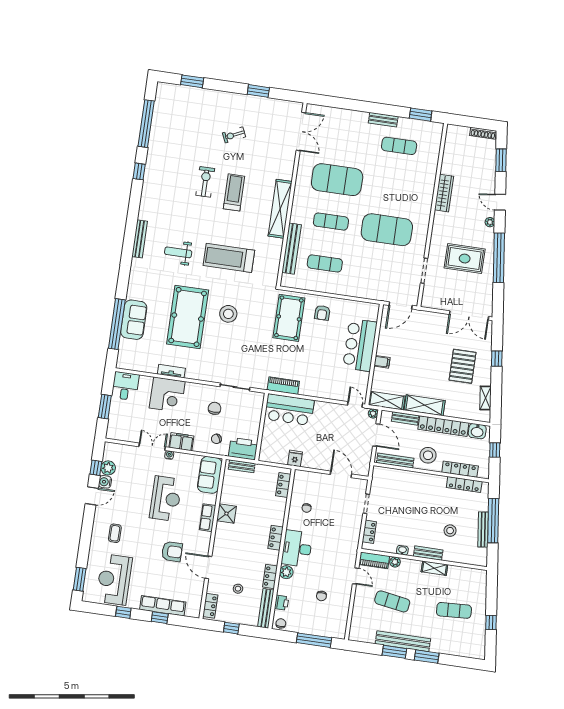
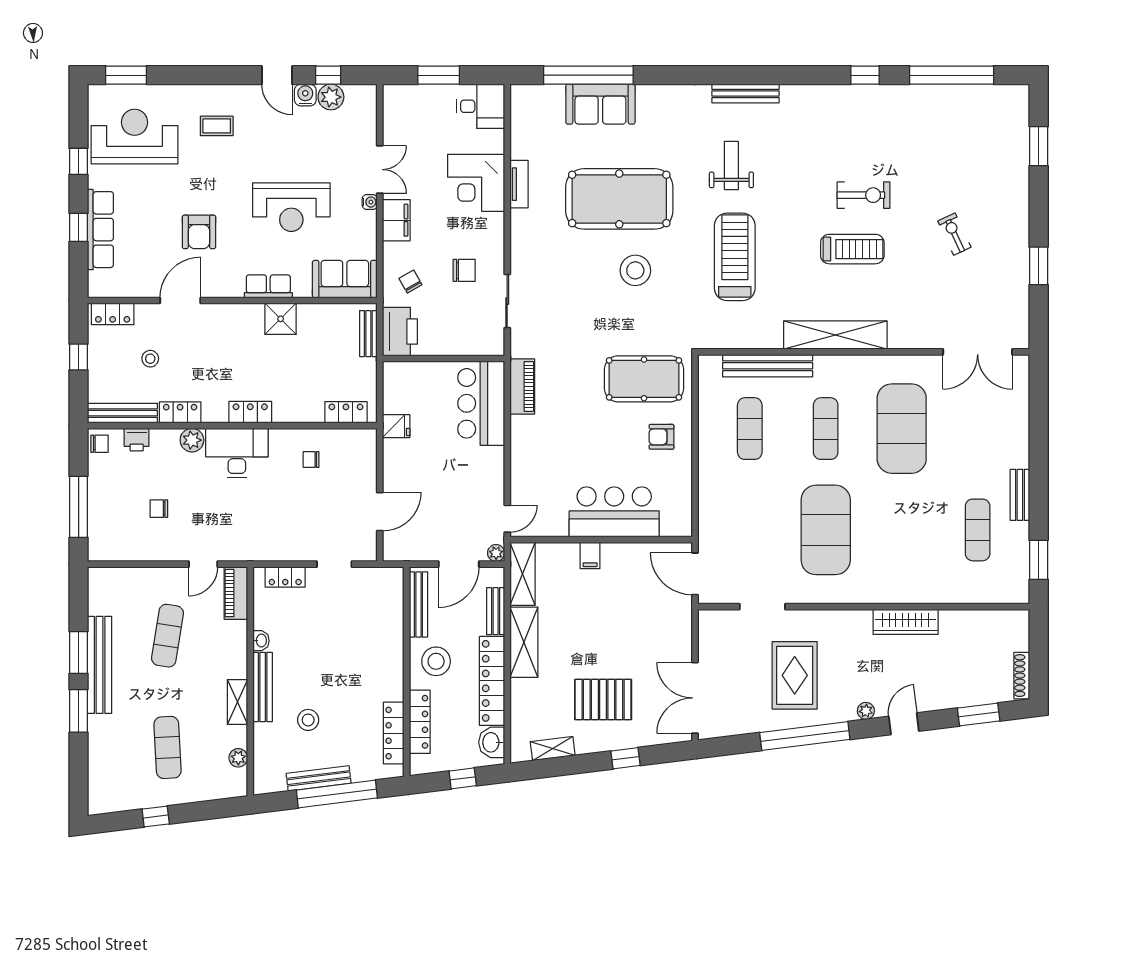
bench: (428, 553) -> (263, 687), width x1.36
plant: (395, 562) -> (238, 758), moved

